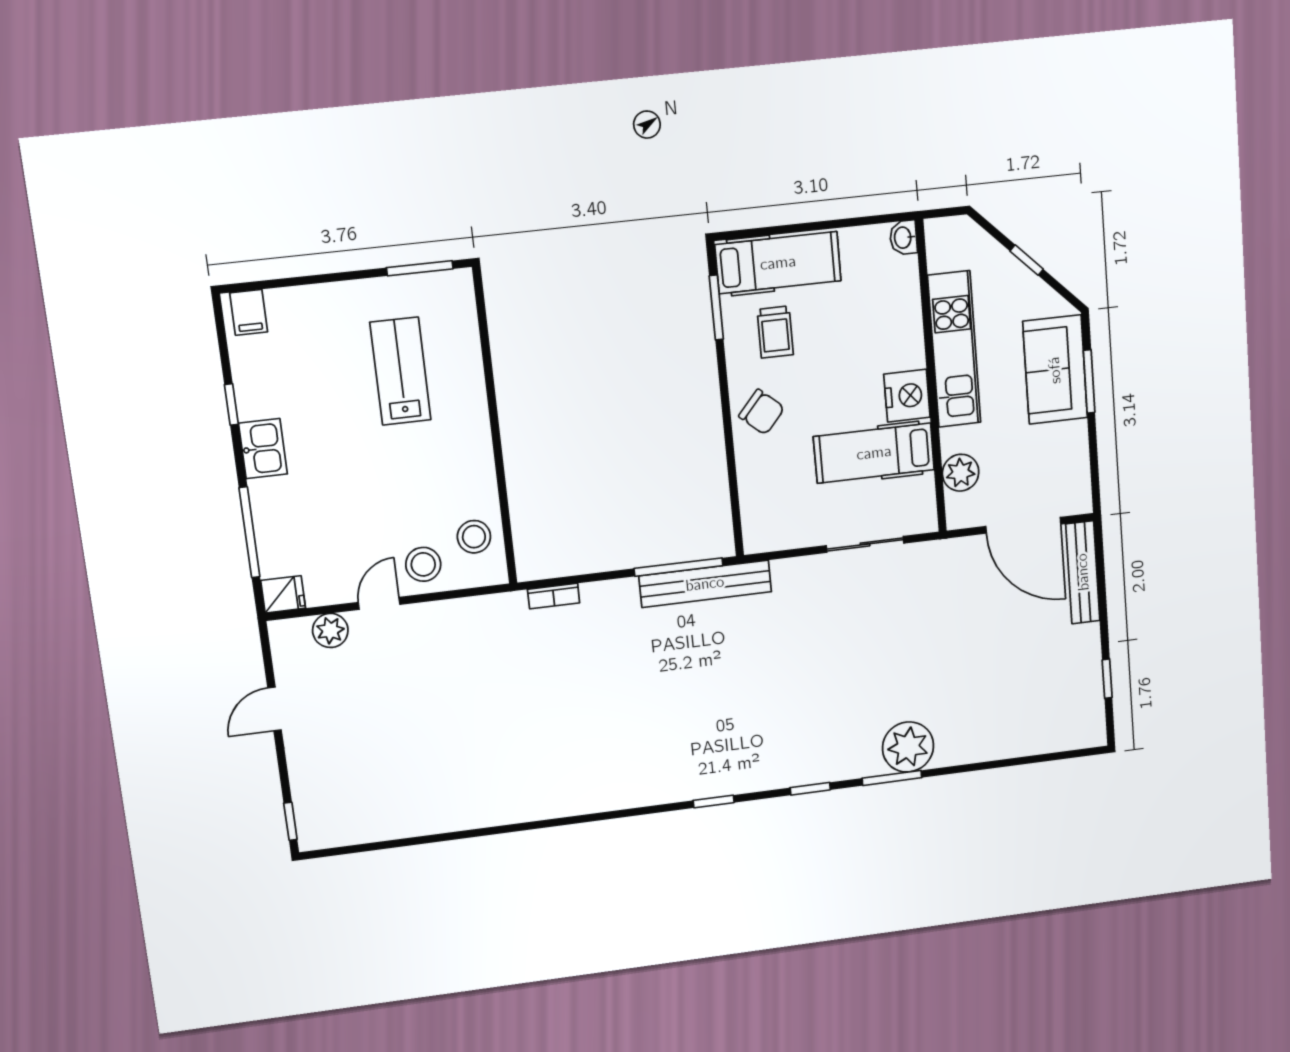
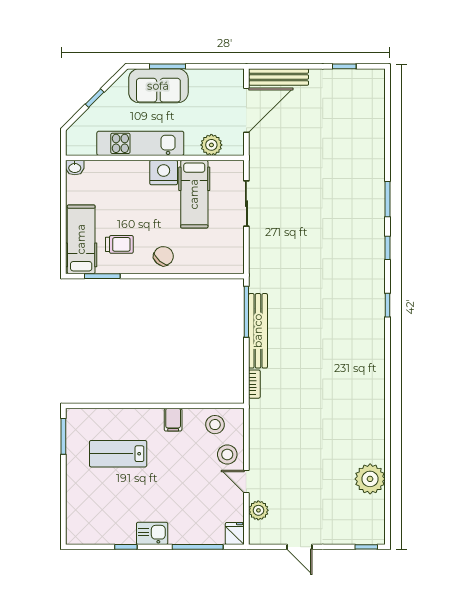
filing cabinet: (249, 312) -> (173, 420), moved, turned 90
bench: (705, 584) -> (258, 331), moved
plant: (908, 747) -> (370, 479), moved

